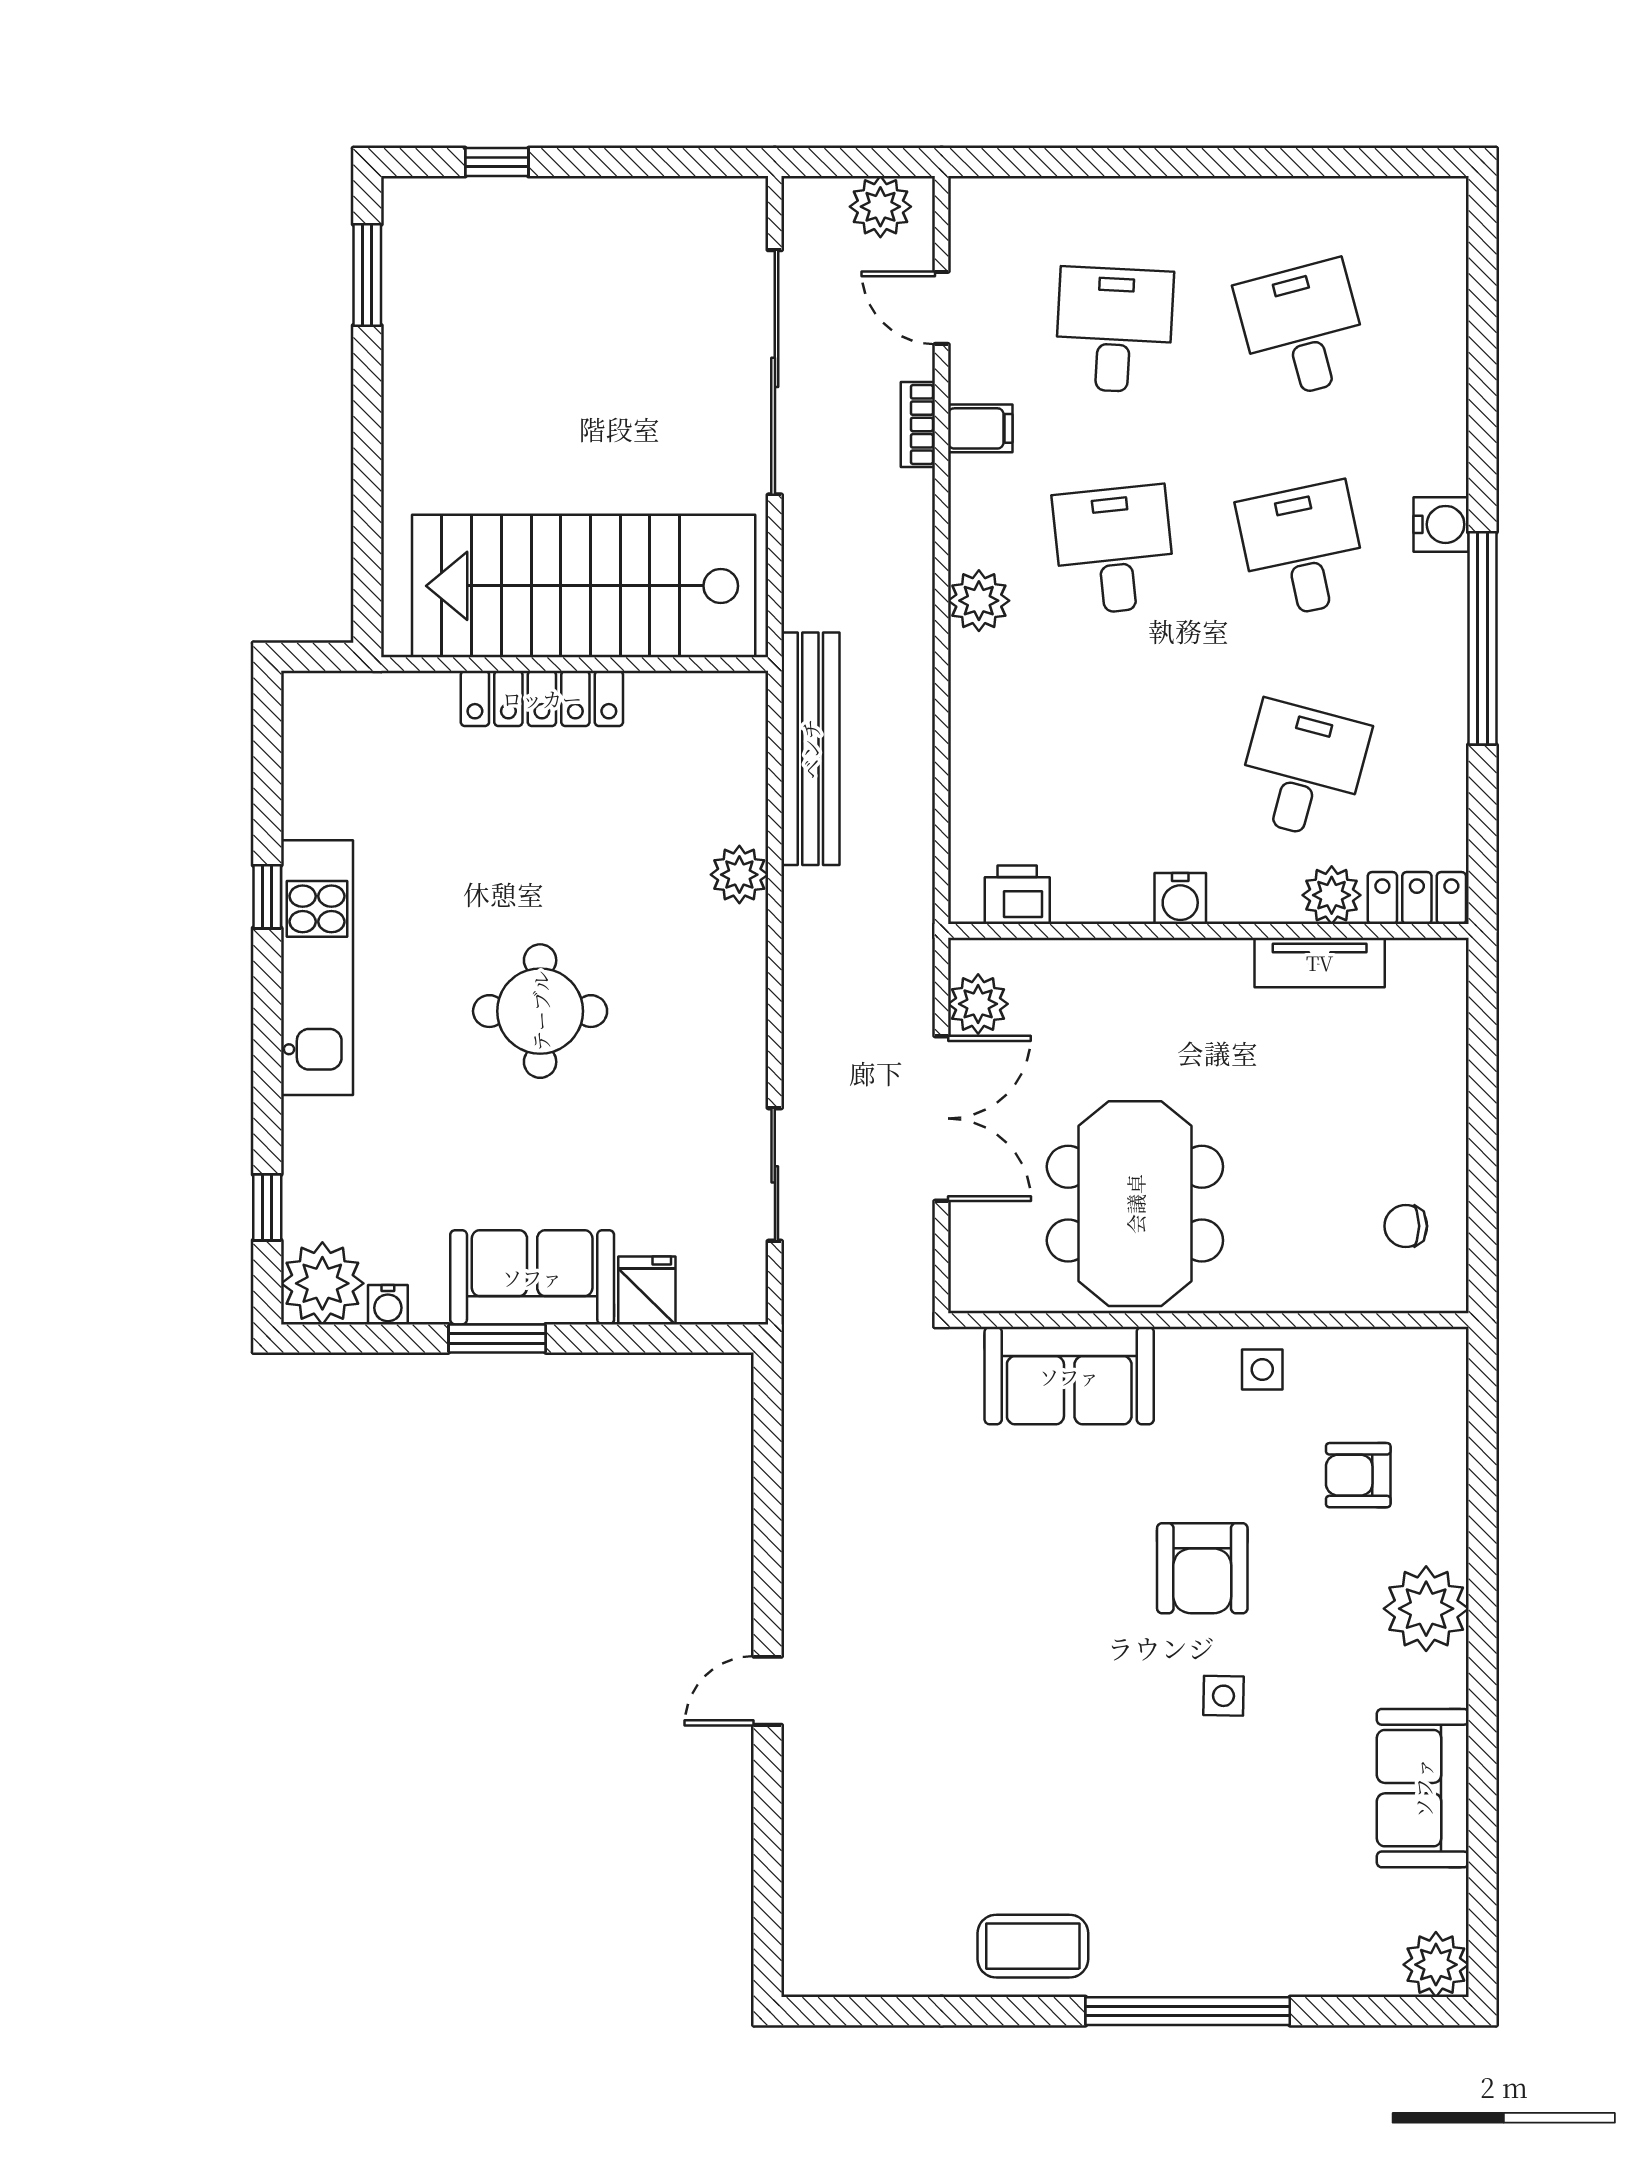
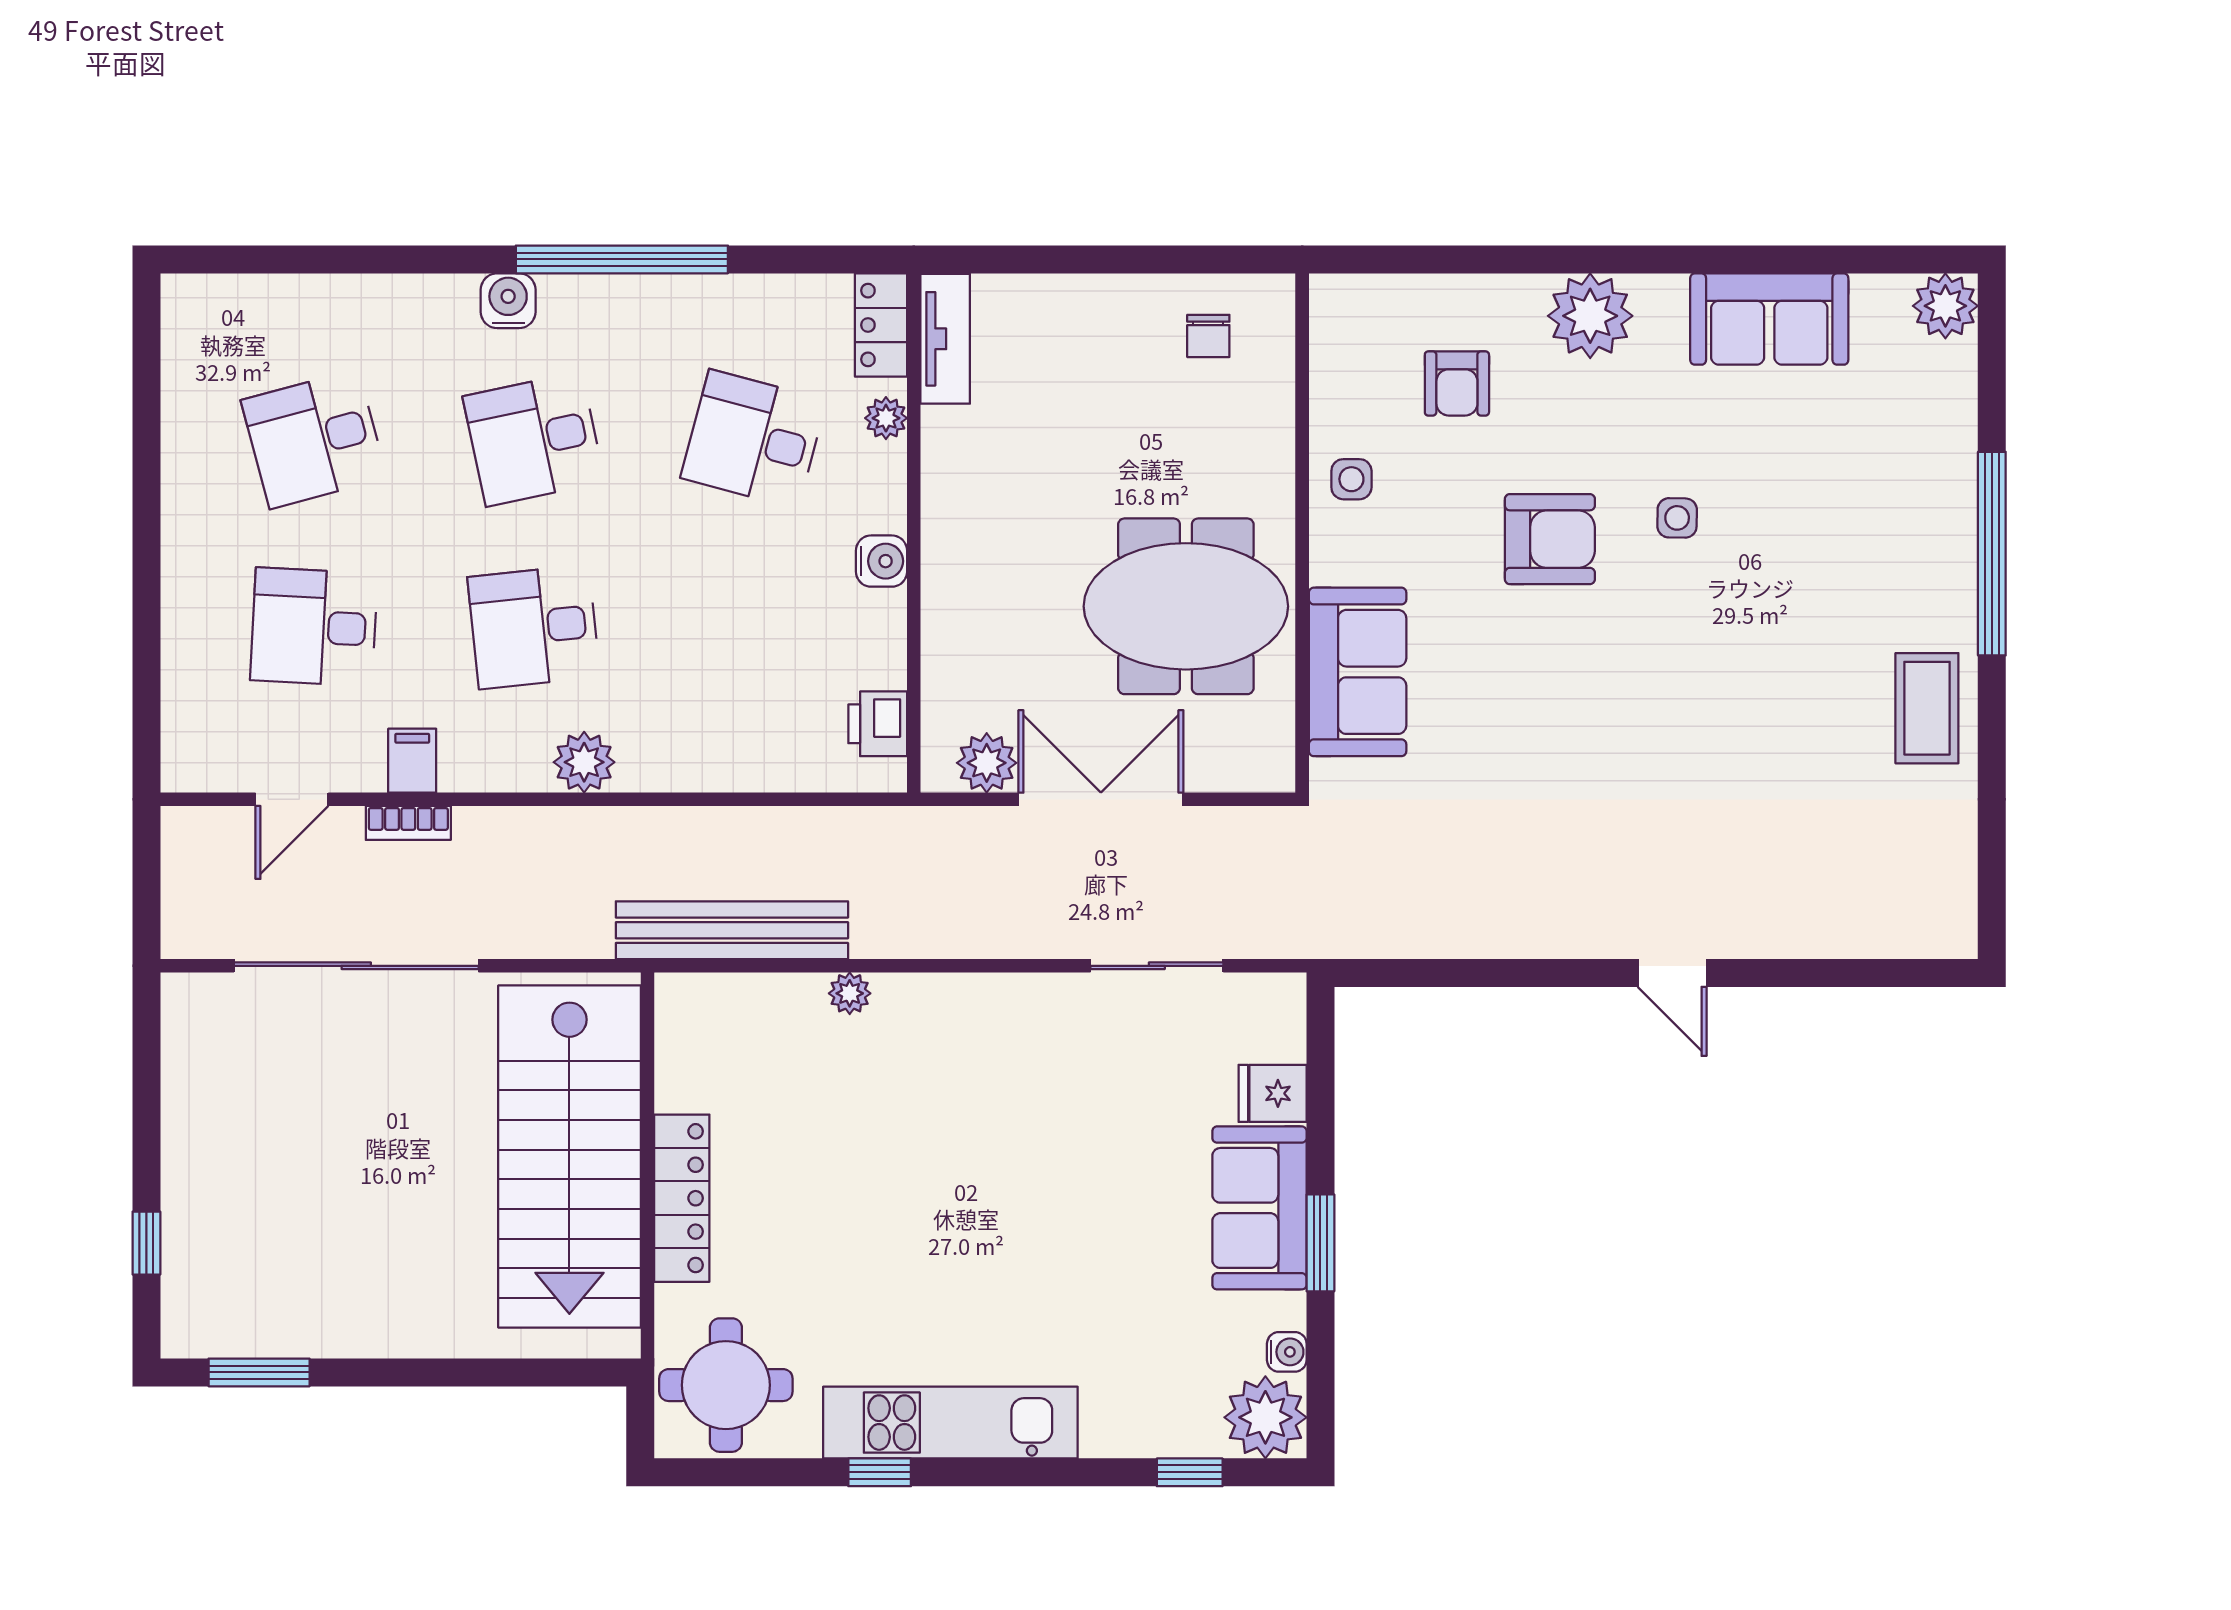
plant: (880, 207) -> (191, 860), removed
plant: (739, 875) -> (850, 993), width x0.73, depth x0.73
plant: (1332, 895) -> (886, 418), width x0.73, depth x0.73
tv unit: (1320, 962) -> (945, 339), moved
round table: (540, 1011) -> (726, 1385), moved

